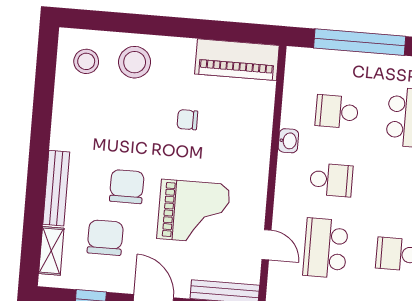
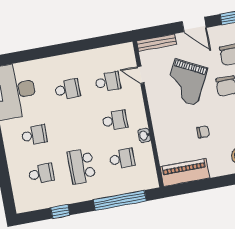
school desk: (331, 180) -> (115, 120), turned 180
grand piano: (194, 212) -> (186, 82), turned -63
school desk: (326, 248) -> (108, 82), width x0.54

